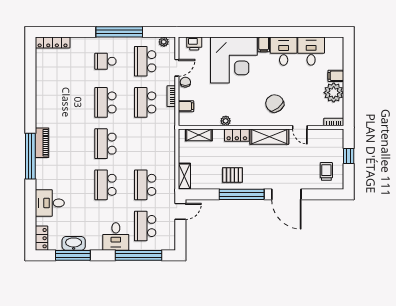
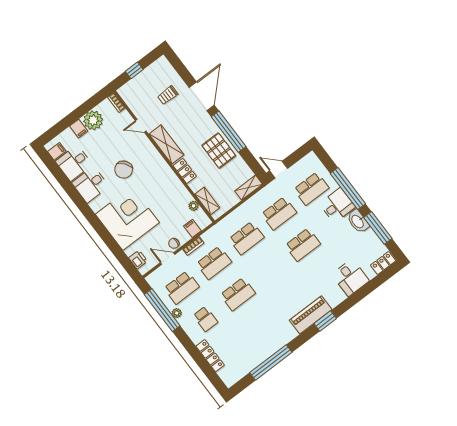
window: (119, 32) -> (162, 310), moved
plant: (164, 42) -> (177, 313), moved
locker: (53, 43) -> (210, 356), moved
filing cabinet: (264, 44) -> (57, 151), moved
window: (30, 87) -> (271, 362), added
chair: (275, 103) -> (124, 170), moved
plant: (226, 121) -> (194, 206), moved
door: (300, 127) -> (141, 126), swing flipped
piano: (42, 143) -> (311, 315), width x1.37, depth x1.33
school desk: (105, 144) -> (246, 238), moved
window: (30, 156) -> (325, 321), width x0.47
trolley: (326, 171) -> (168, 95), moved
pallet: (232, 175) -> (219, 151), width x1.50, depth x1.42
washbasin: (74, 243) -> (358, 221), moved
window: (139, 255) -> (348, 189), moved

